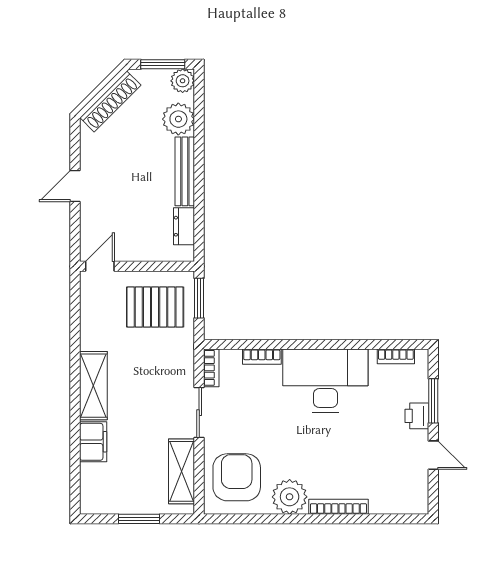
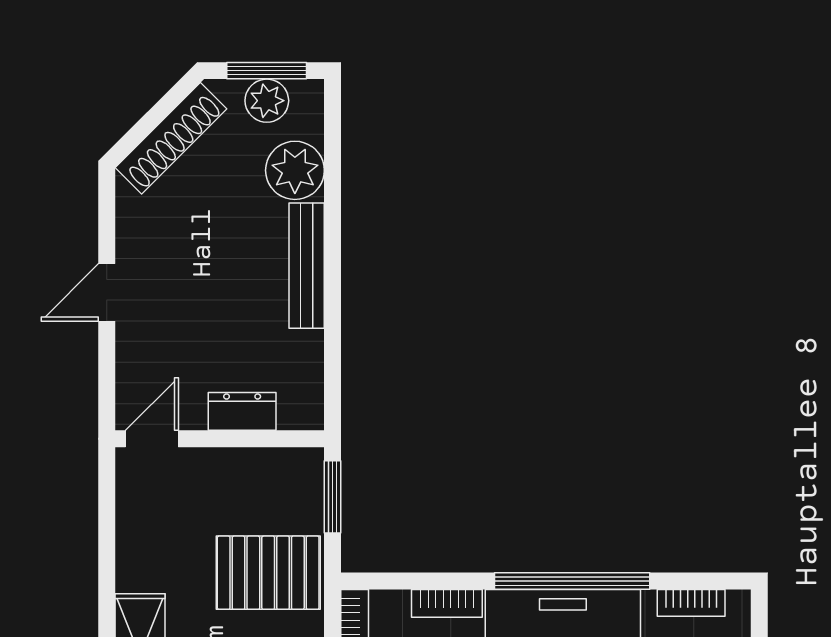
plant: (183, 81) -> (267, 101), moved
dresser: (184, 226) -> (242, 411), moved, turned 90
pallet: (155, 307) -> (268, 573), moved
window: (331, 344) -> (572, 581), added

